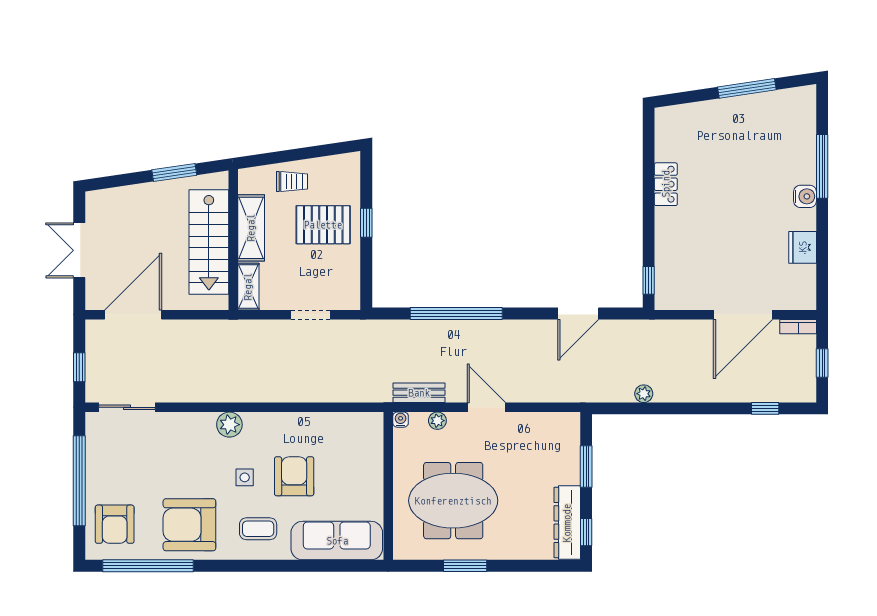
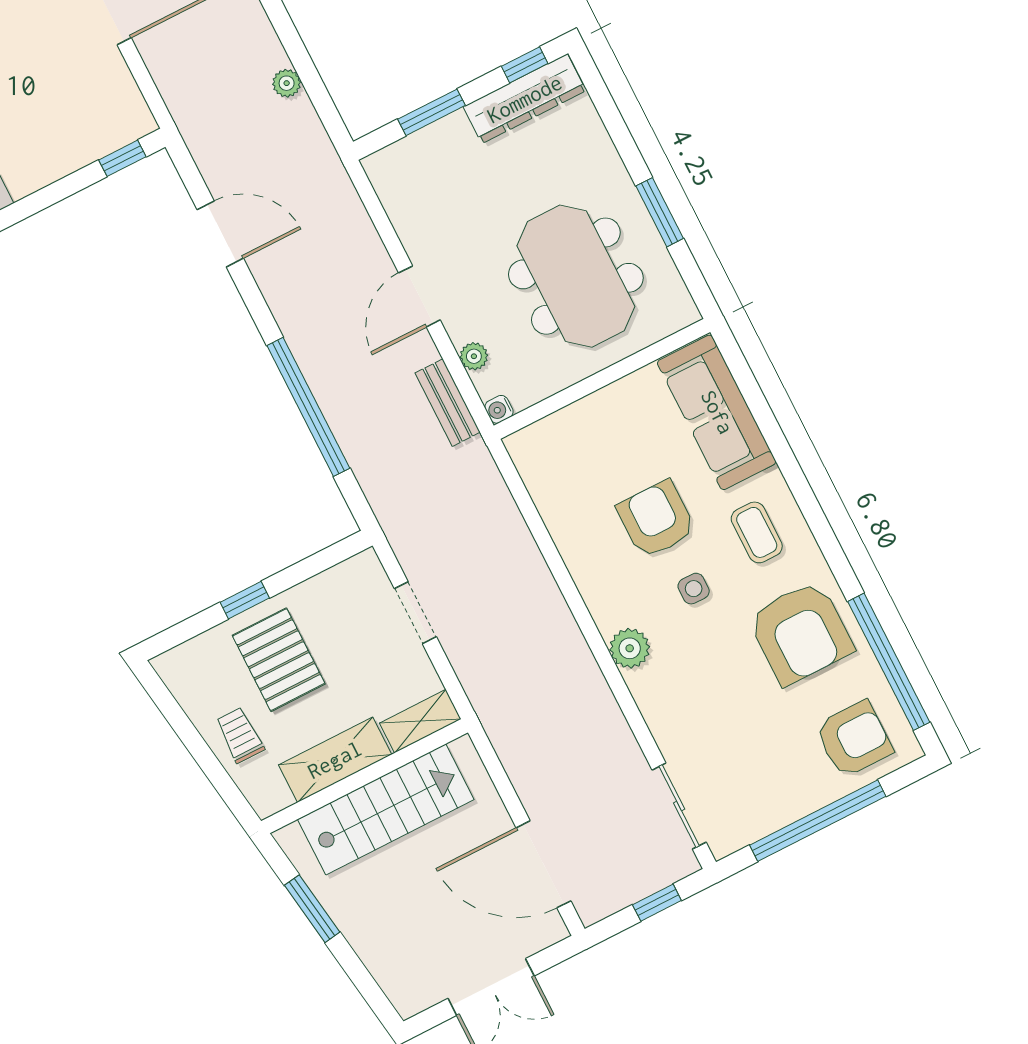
armchair: (294, 476) -> (656, 519), turned 90

